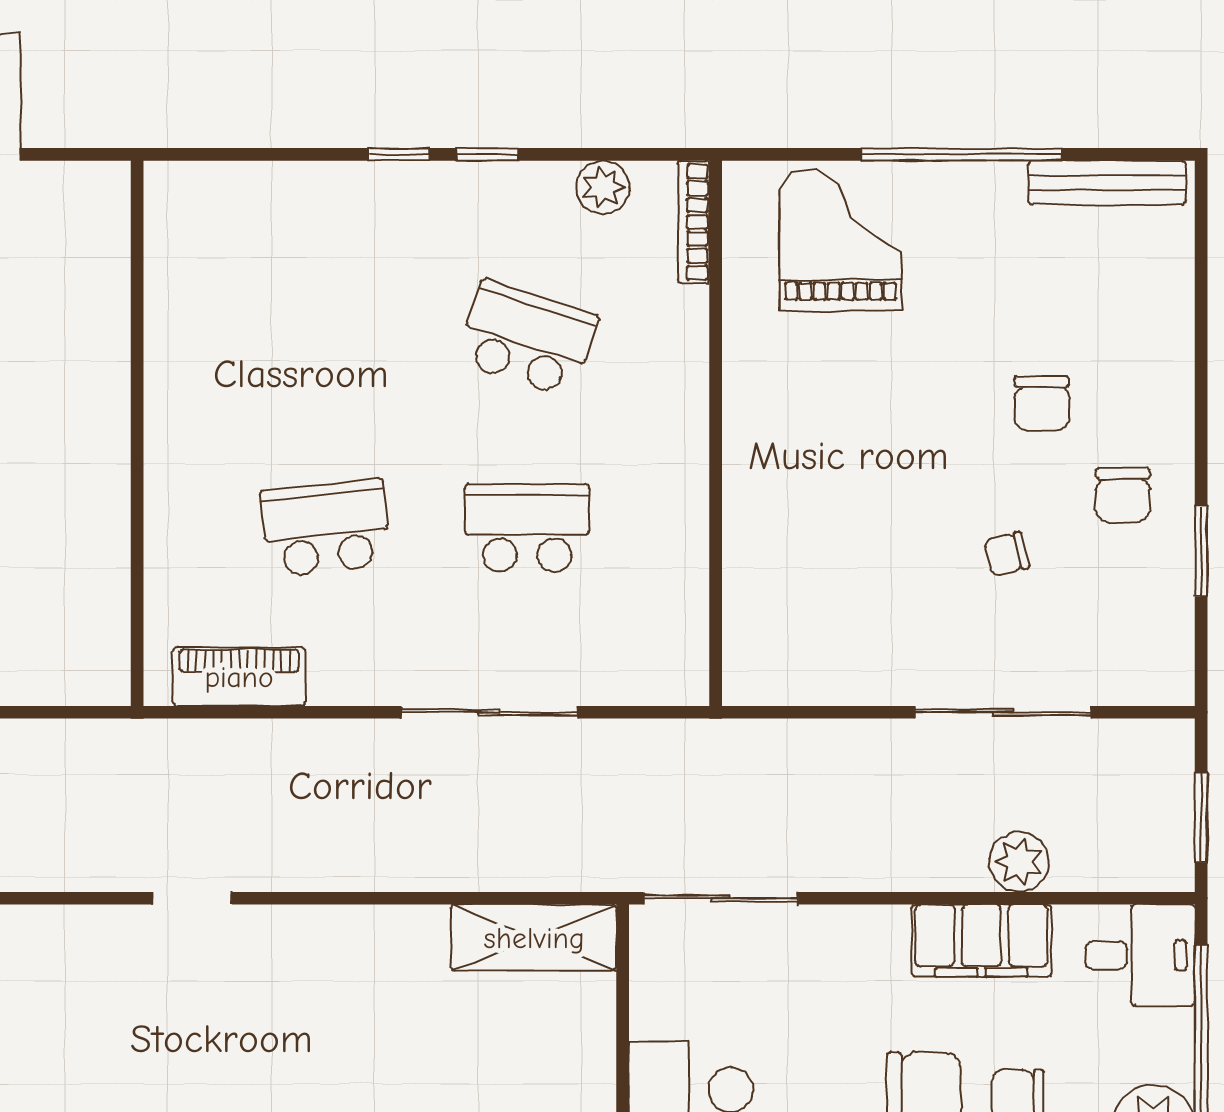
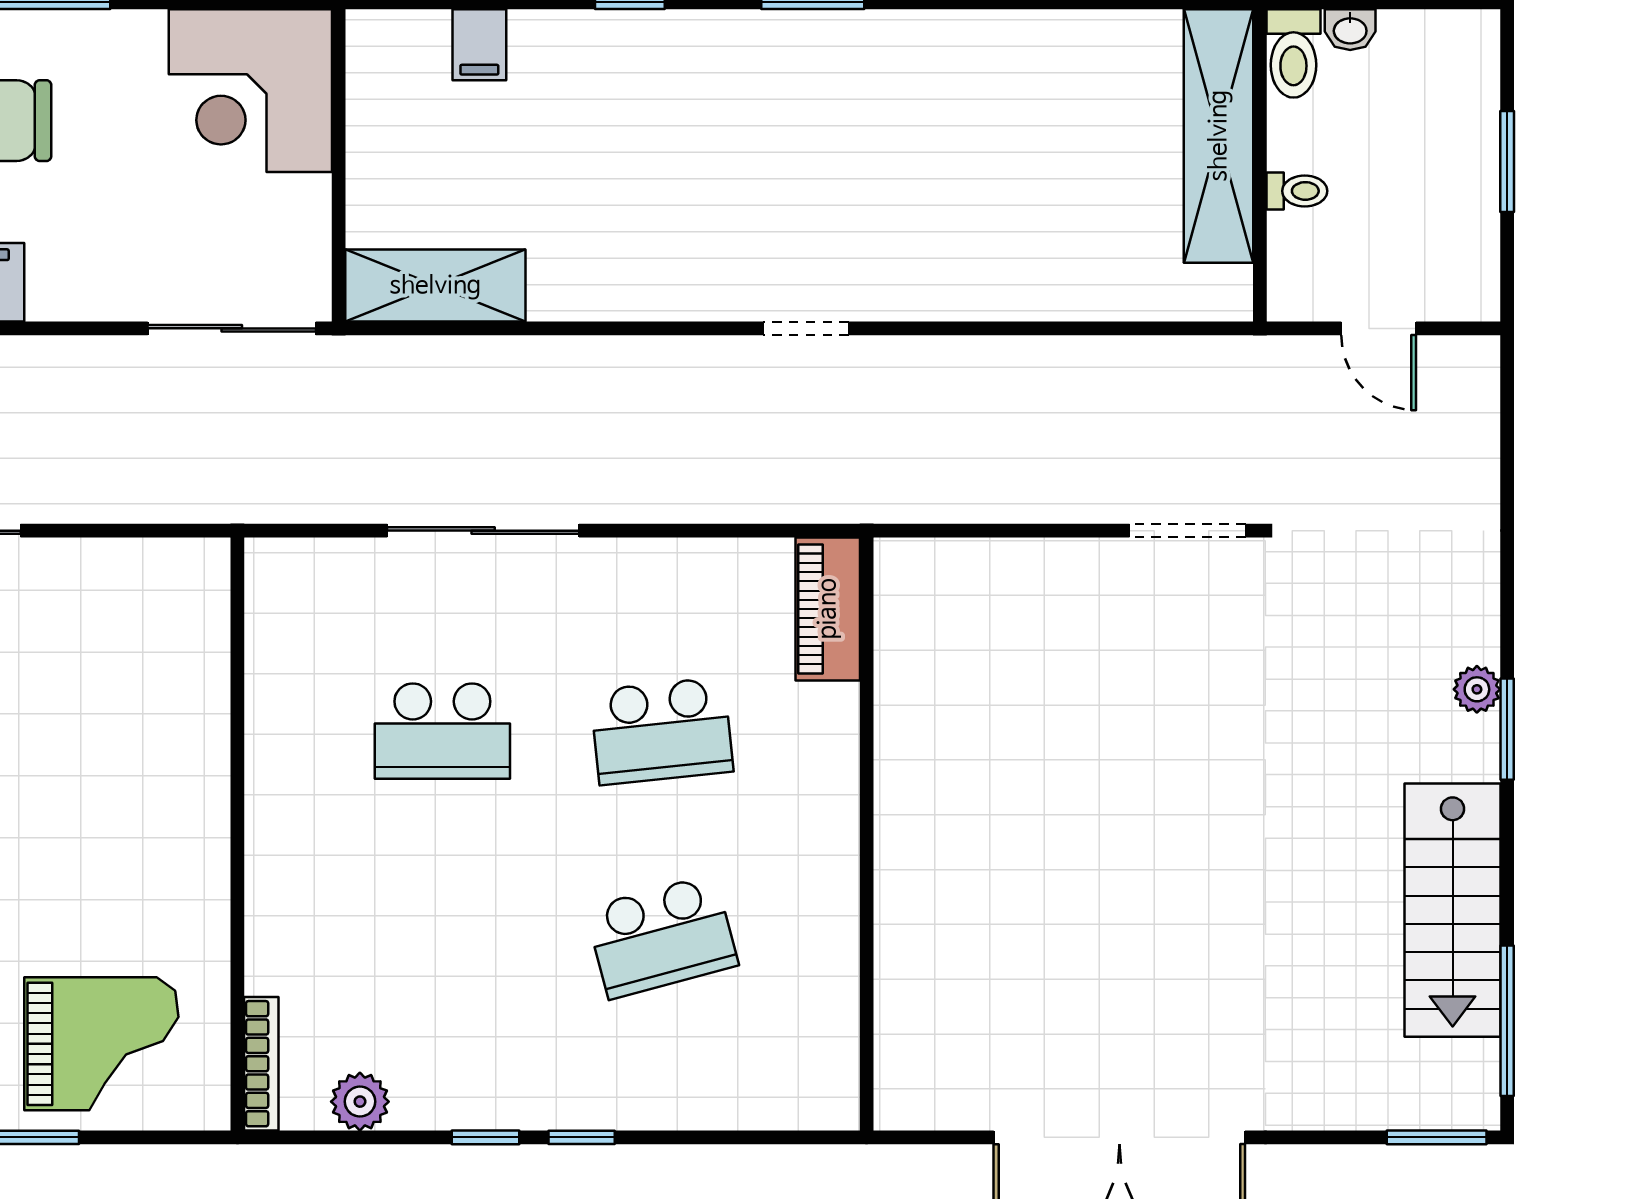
grand piano: (841, 240) -> (101, 1044), turned -90
school desk: (527, 339) -> (662, 937), moved, turned -33
piano: (239, 677) -> (828, 609), moved, turned 90

